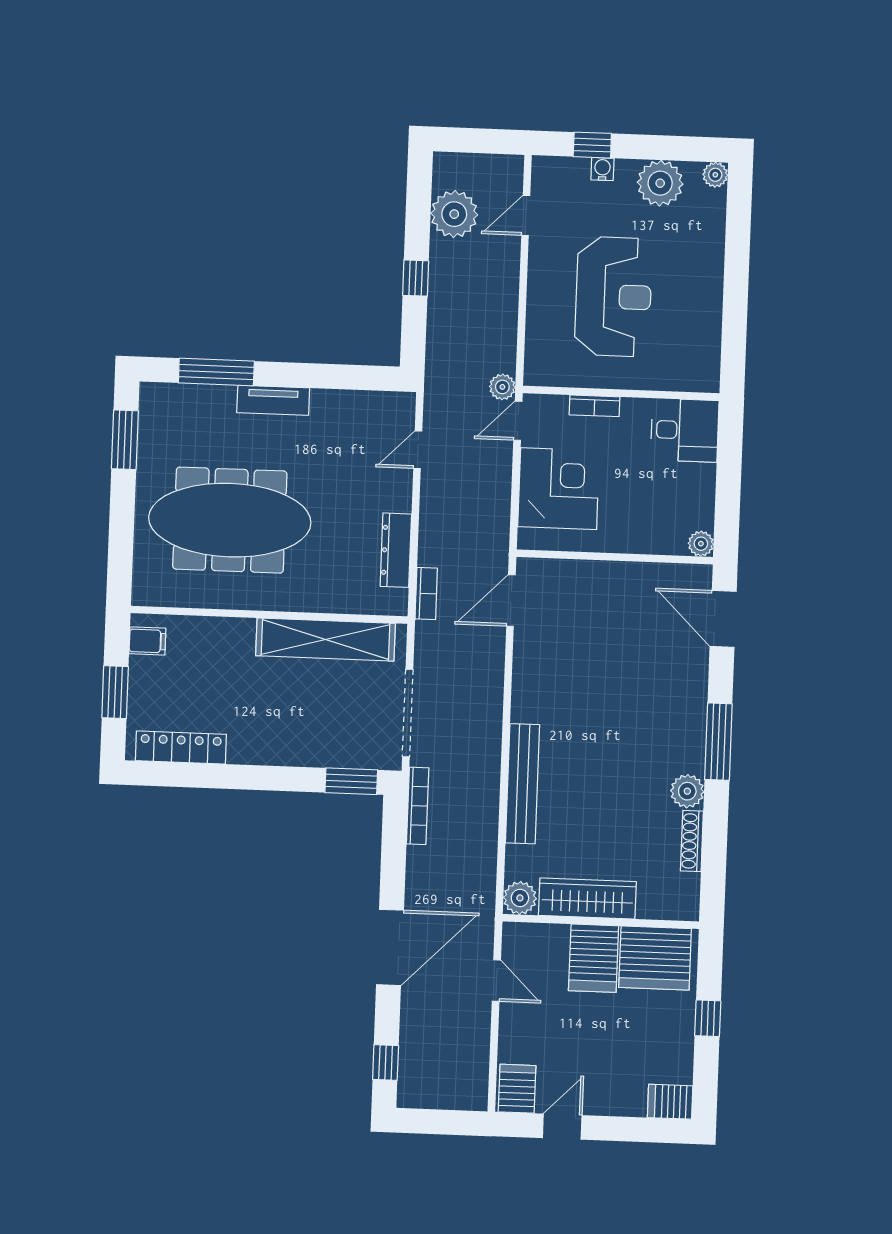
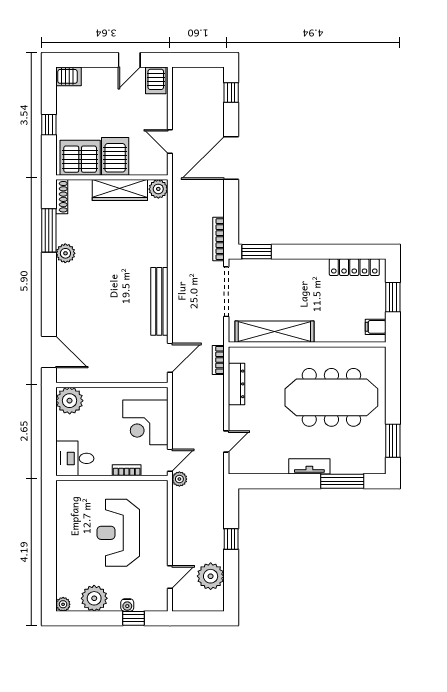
plant: (701, 544) -> (70, 401), width x1.87, depth x1.87
window: (718, 742) -> (49, 230), moved
bench: (522, 784) -> (159, 301), moved
shoe rack: (692, 841) -> (62, 197), moved

